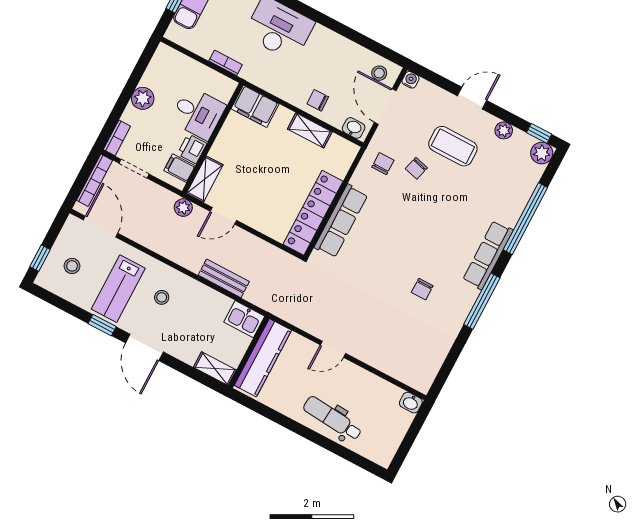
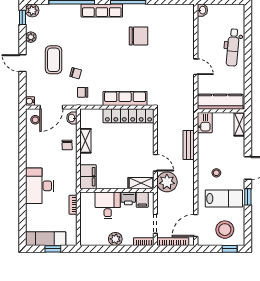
plant: (183, 208) -> (167, 182), width x1.88, depth x1.88
stool: (72, 266) -> (225, 230), width x1.89, depth x1.89
chair: (422, 289) -> (138, 36), width x1.87, depth x1.87

